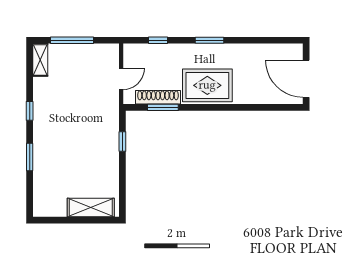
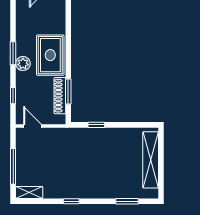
plant: (197, 52) -> (23, 64), added
door: (121, 79) -> (33, 126), moved
window: (30, 157) -> (127, 201), moved
shelving: (91, 207) -> (151, 160), width x1.47

